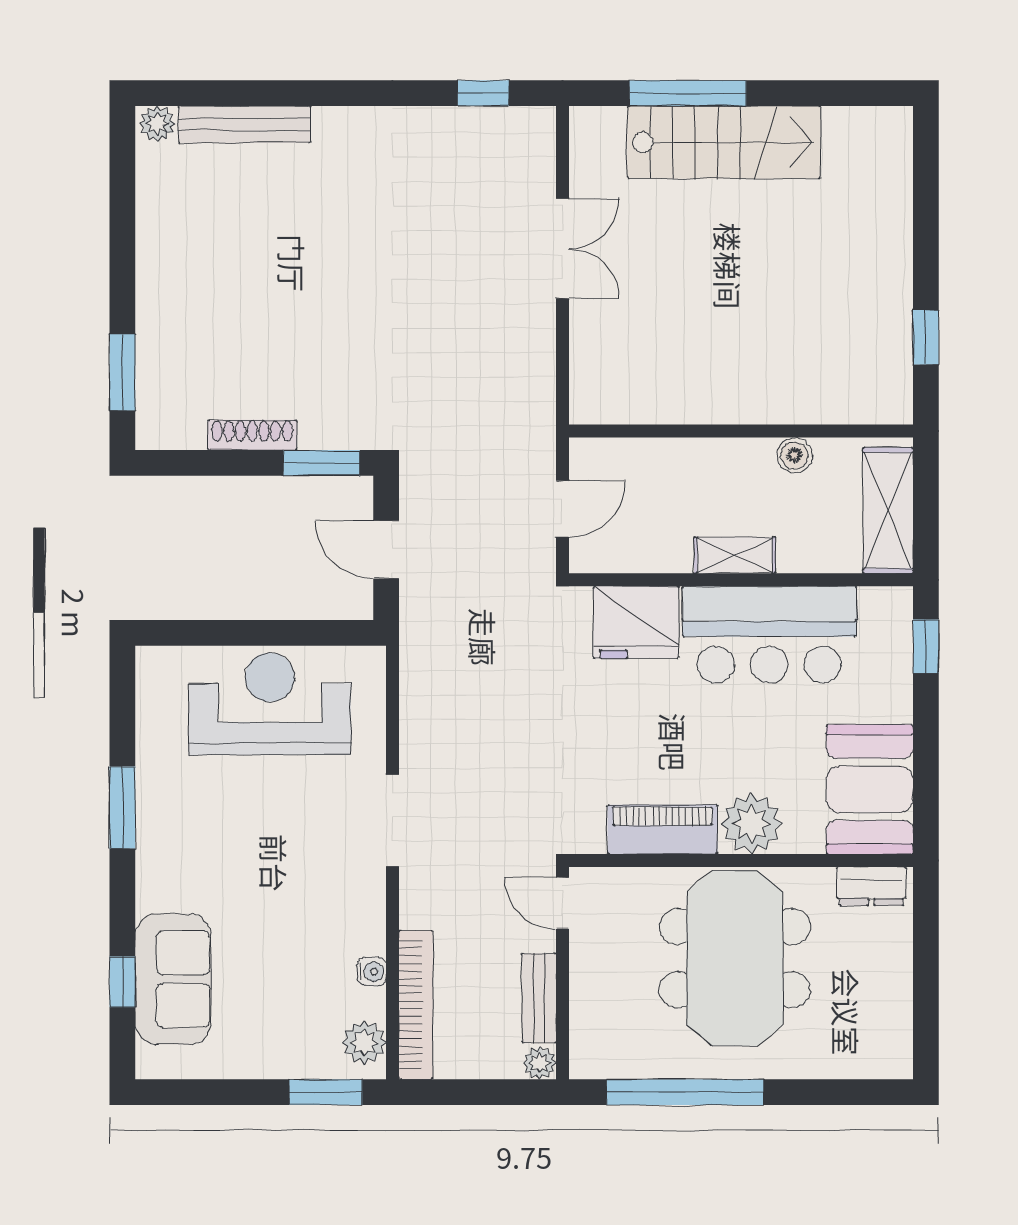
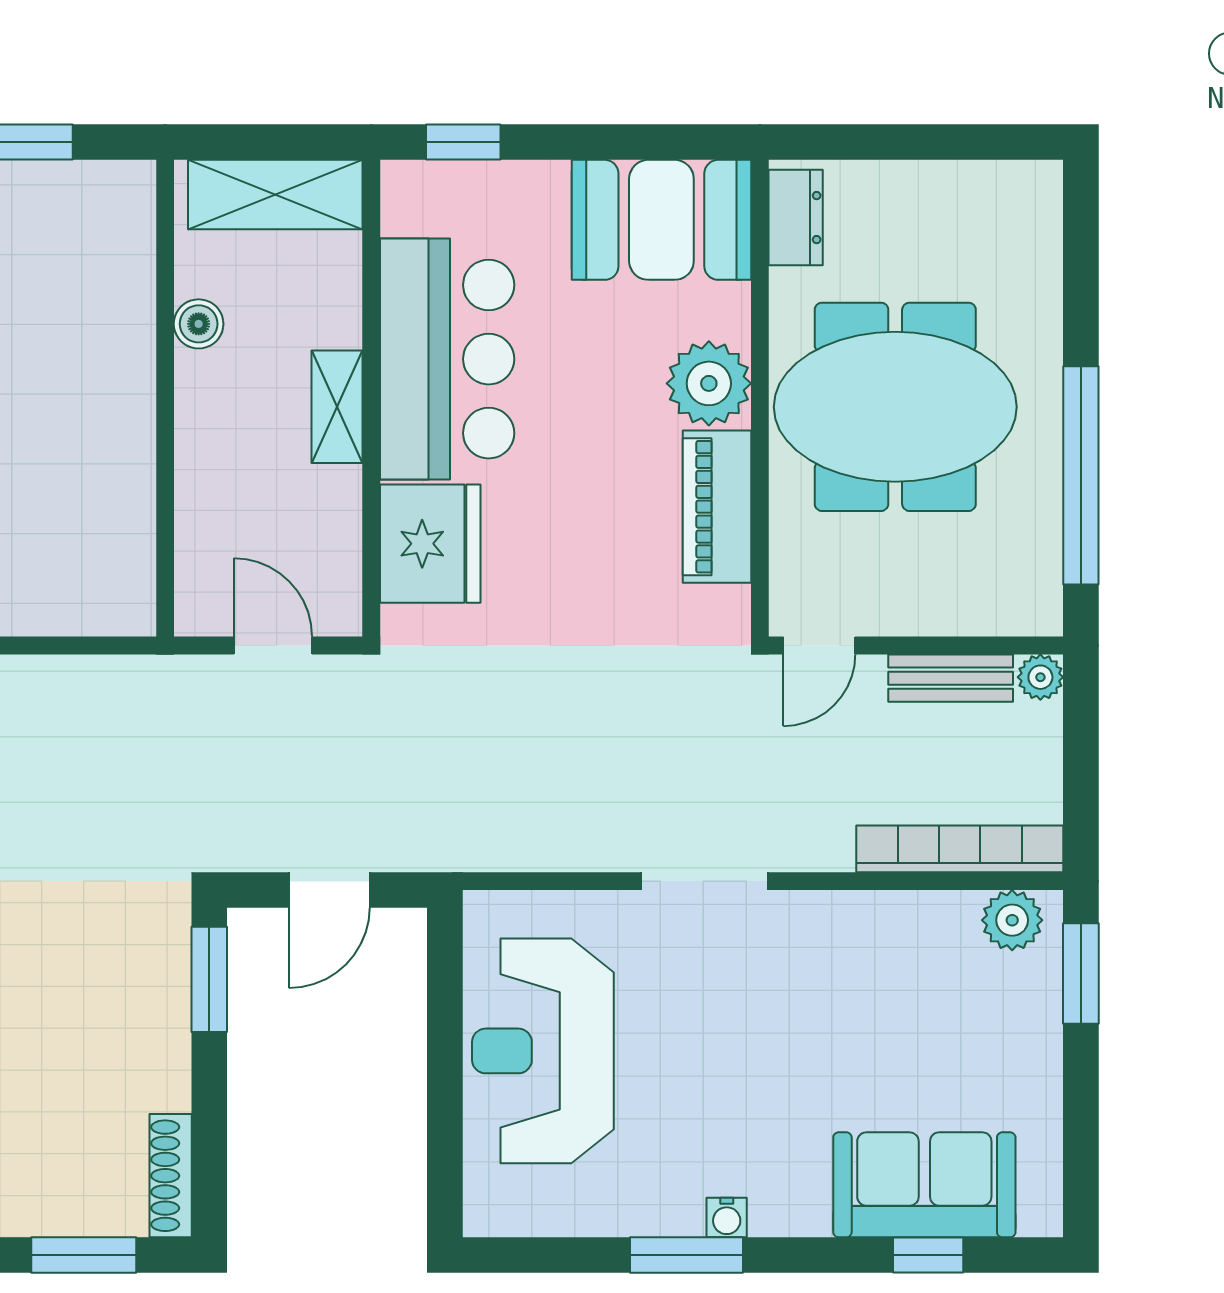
shoe rack: (252, 435) -> (171, 1176), moved
water cooler: (372, 972) -> (727, 1217), moved, turned 180

